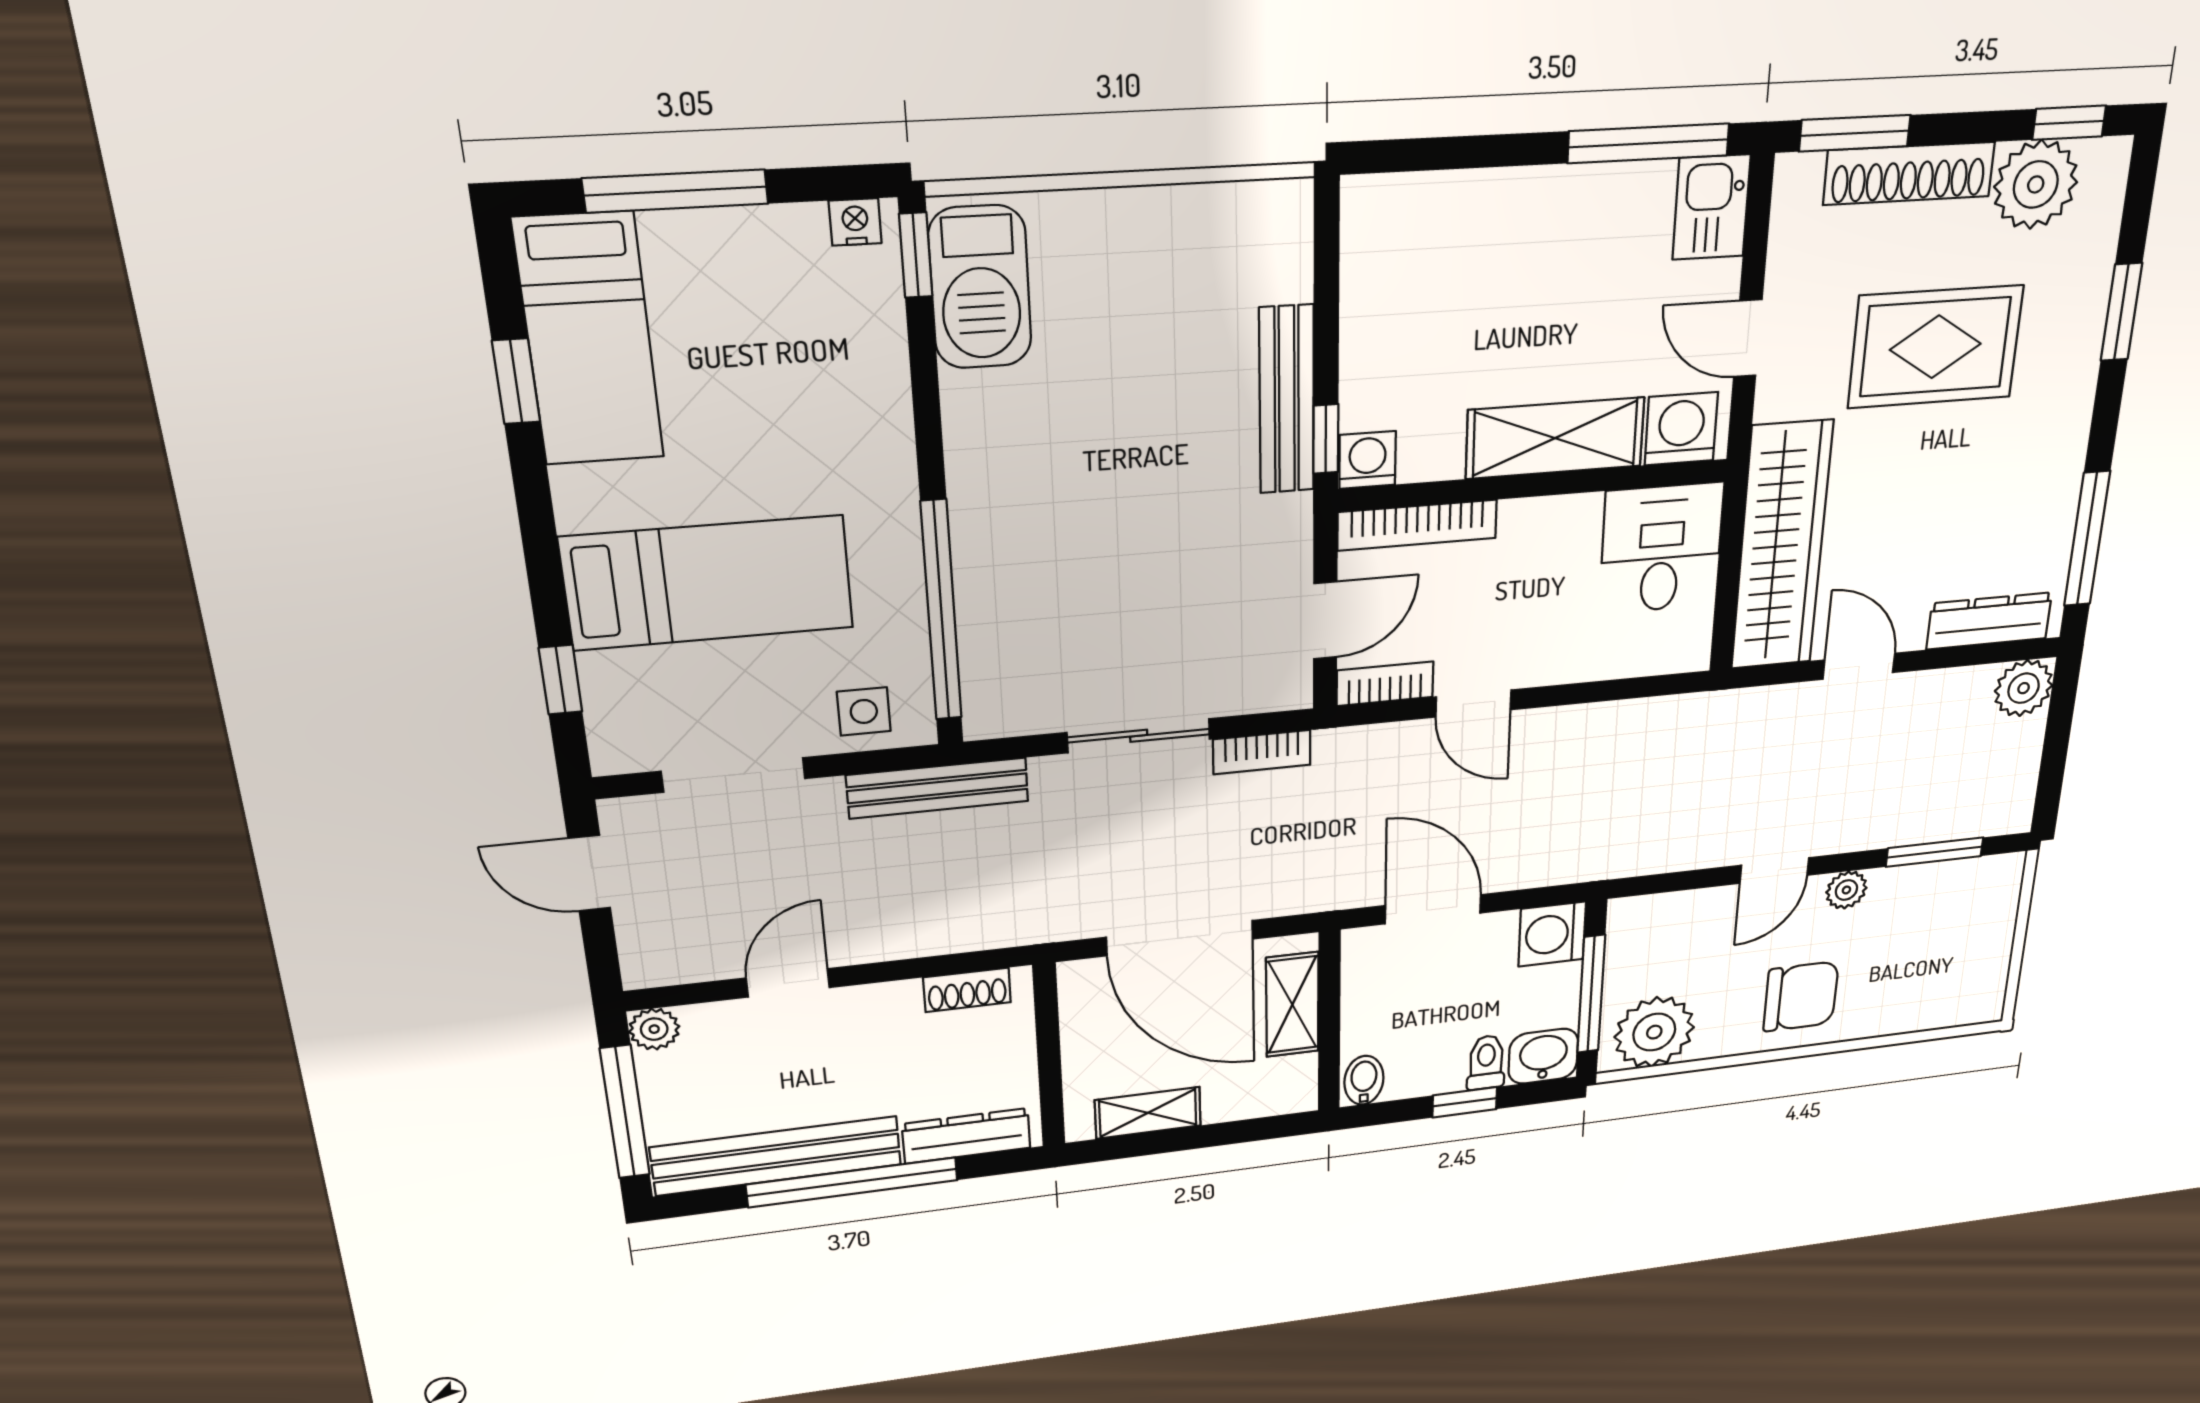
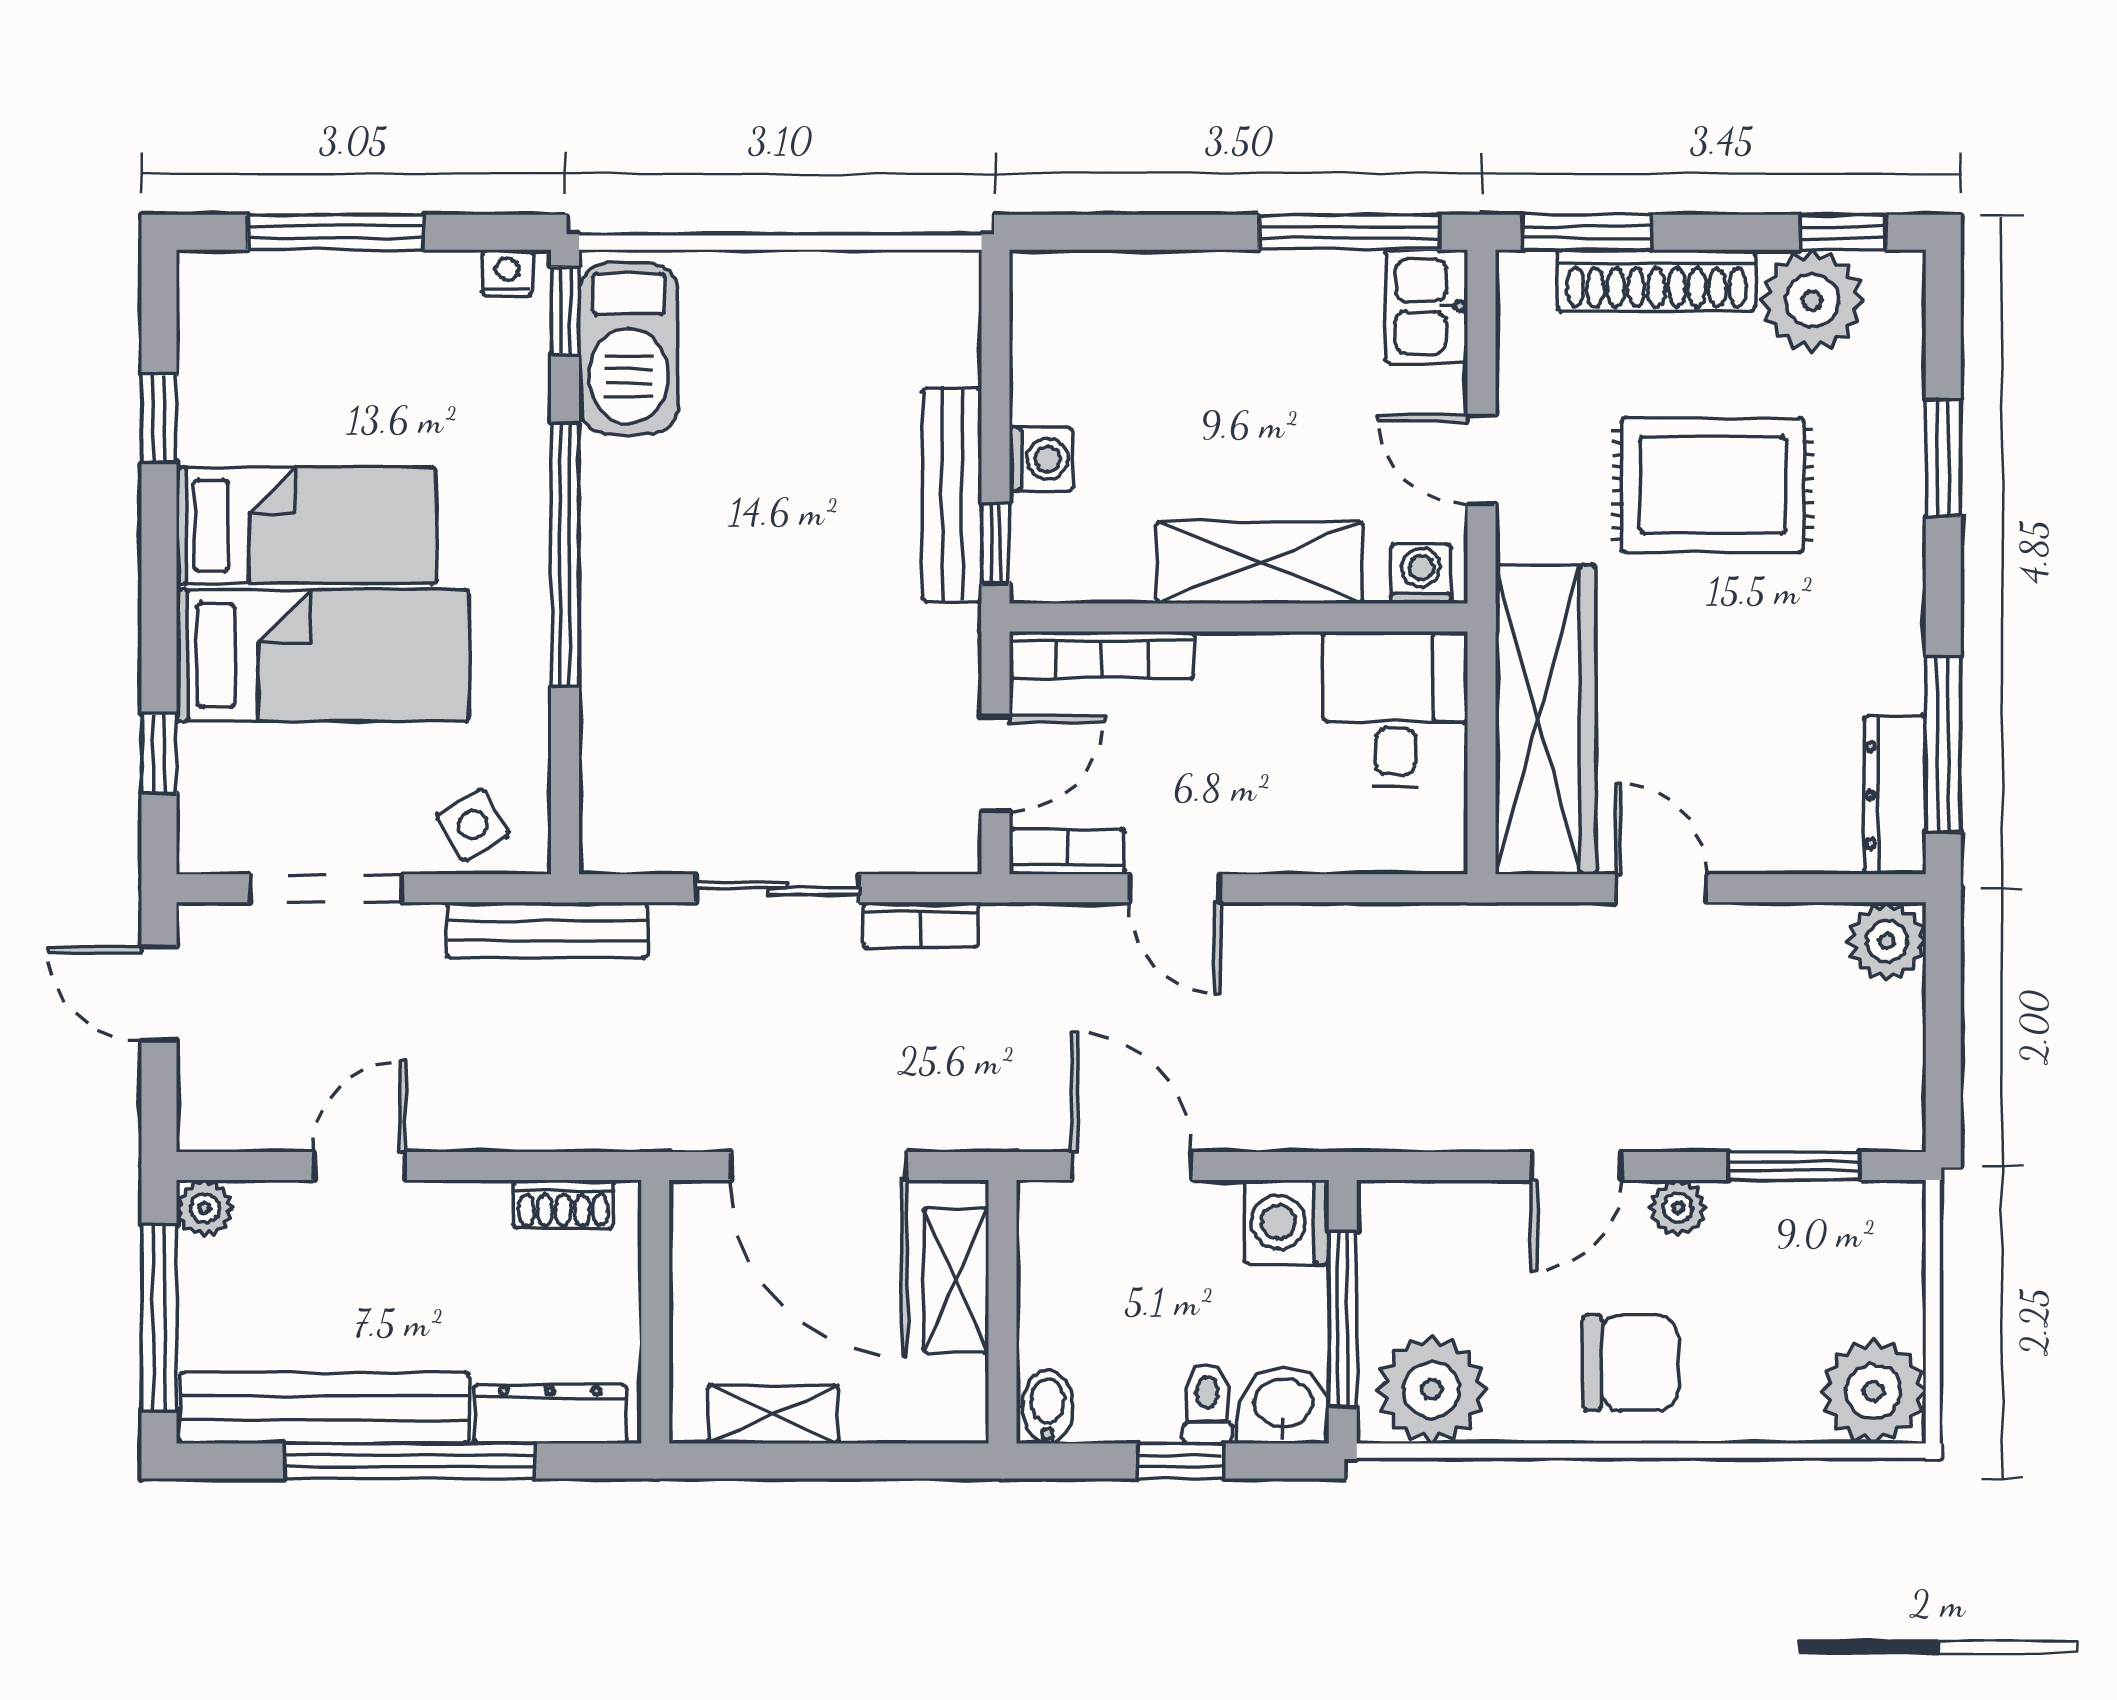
bed: (589, 340) -> (306, 526), moved, turned -90
washing machine: (1681, 429) -> (1421, 574), width x0.73, depth x0.73
washing machine: (1368, 460) -> (1041, 459), moved, turned 90
window: (941, 611) -> (565, 555), moved
dresser: (1989, 621) -> (1895, 795), moved, turned -90
side table: (864, 711) -> (473, 825), turned -31
plant: (1971, 993) -> (1873, 1391), added

